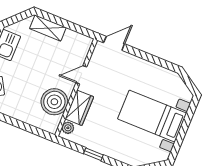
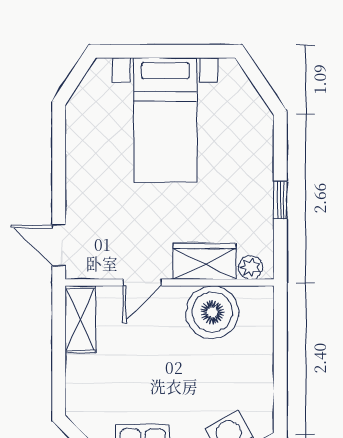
shelving: (48, 28) -> (80, 319), moved
door: (81, 75) -> (142, 282), hinge flipped

